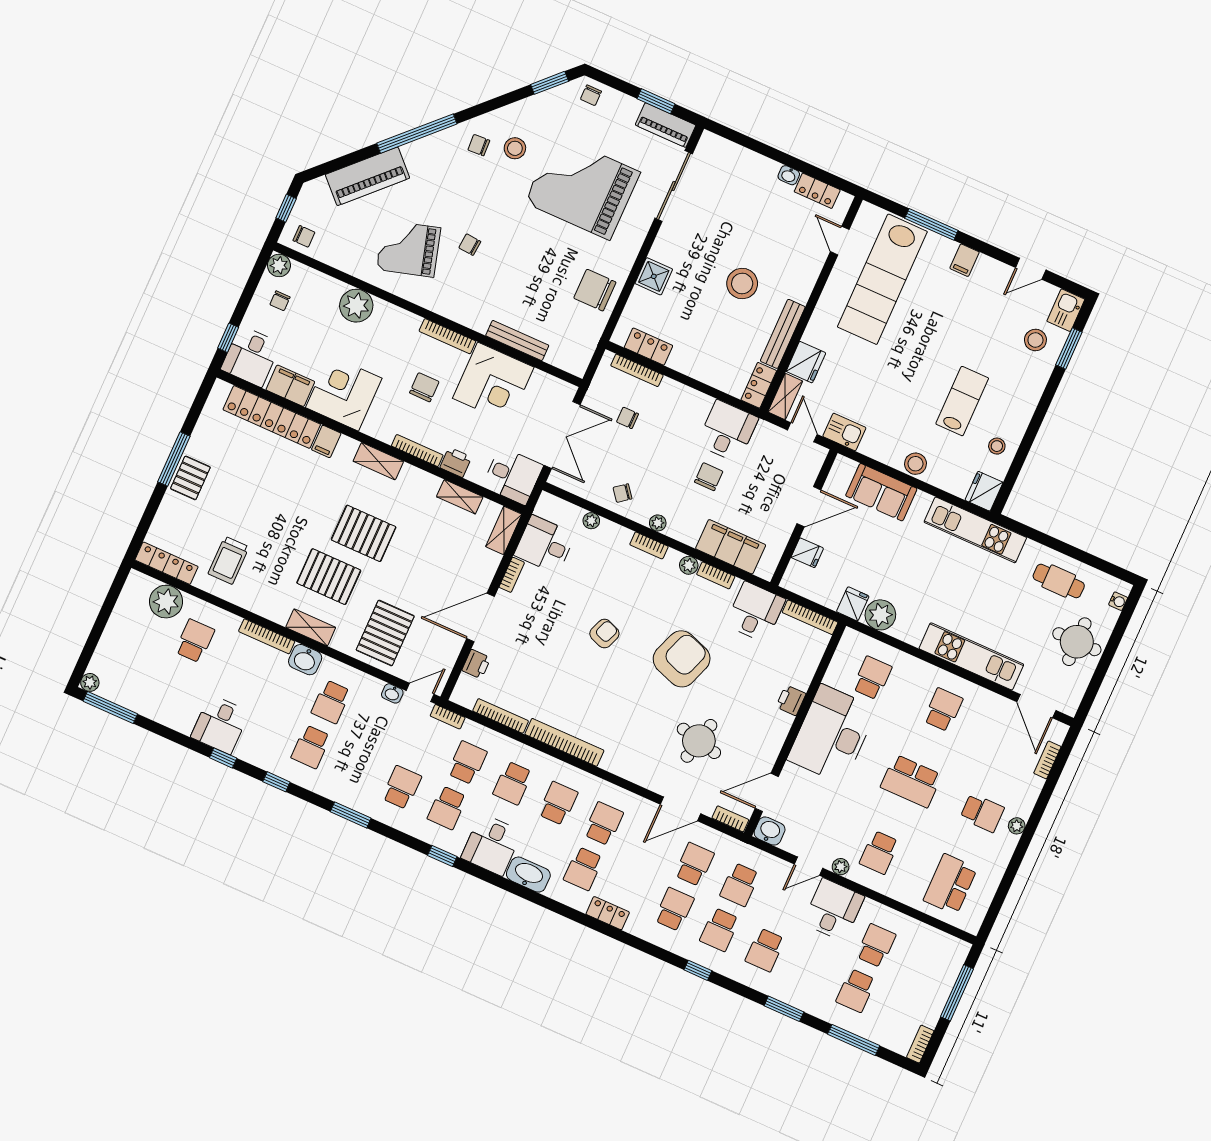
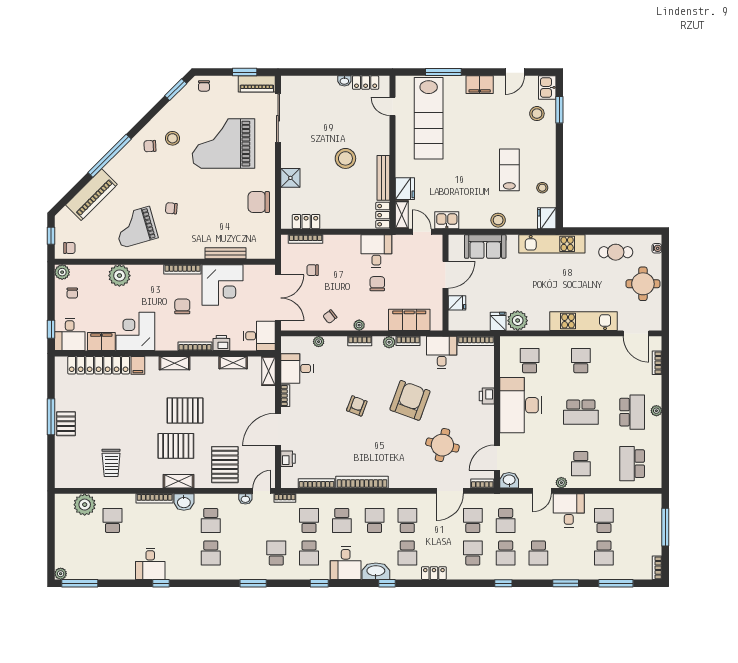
filing cabinet: (965, 260) -> (480, 85), width x2.00
locker: (167, 563) -> (75, 481), removed
window: (276, 782) -> (387, 583), moved
school desk: (982, 813) -> (632, 412), width x1.85

